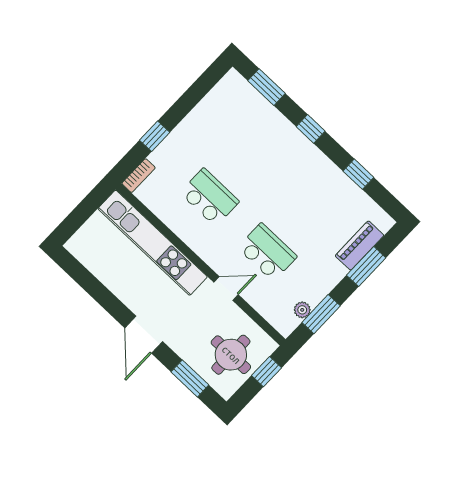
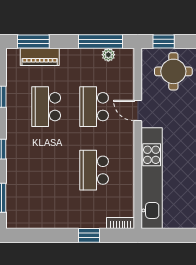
school desk: (309, 208) -> (46, 107), added
window: (366, 267) -> (33, 42), moved
window: (321, 314) -> (100, 42), width x1.44

